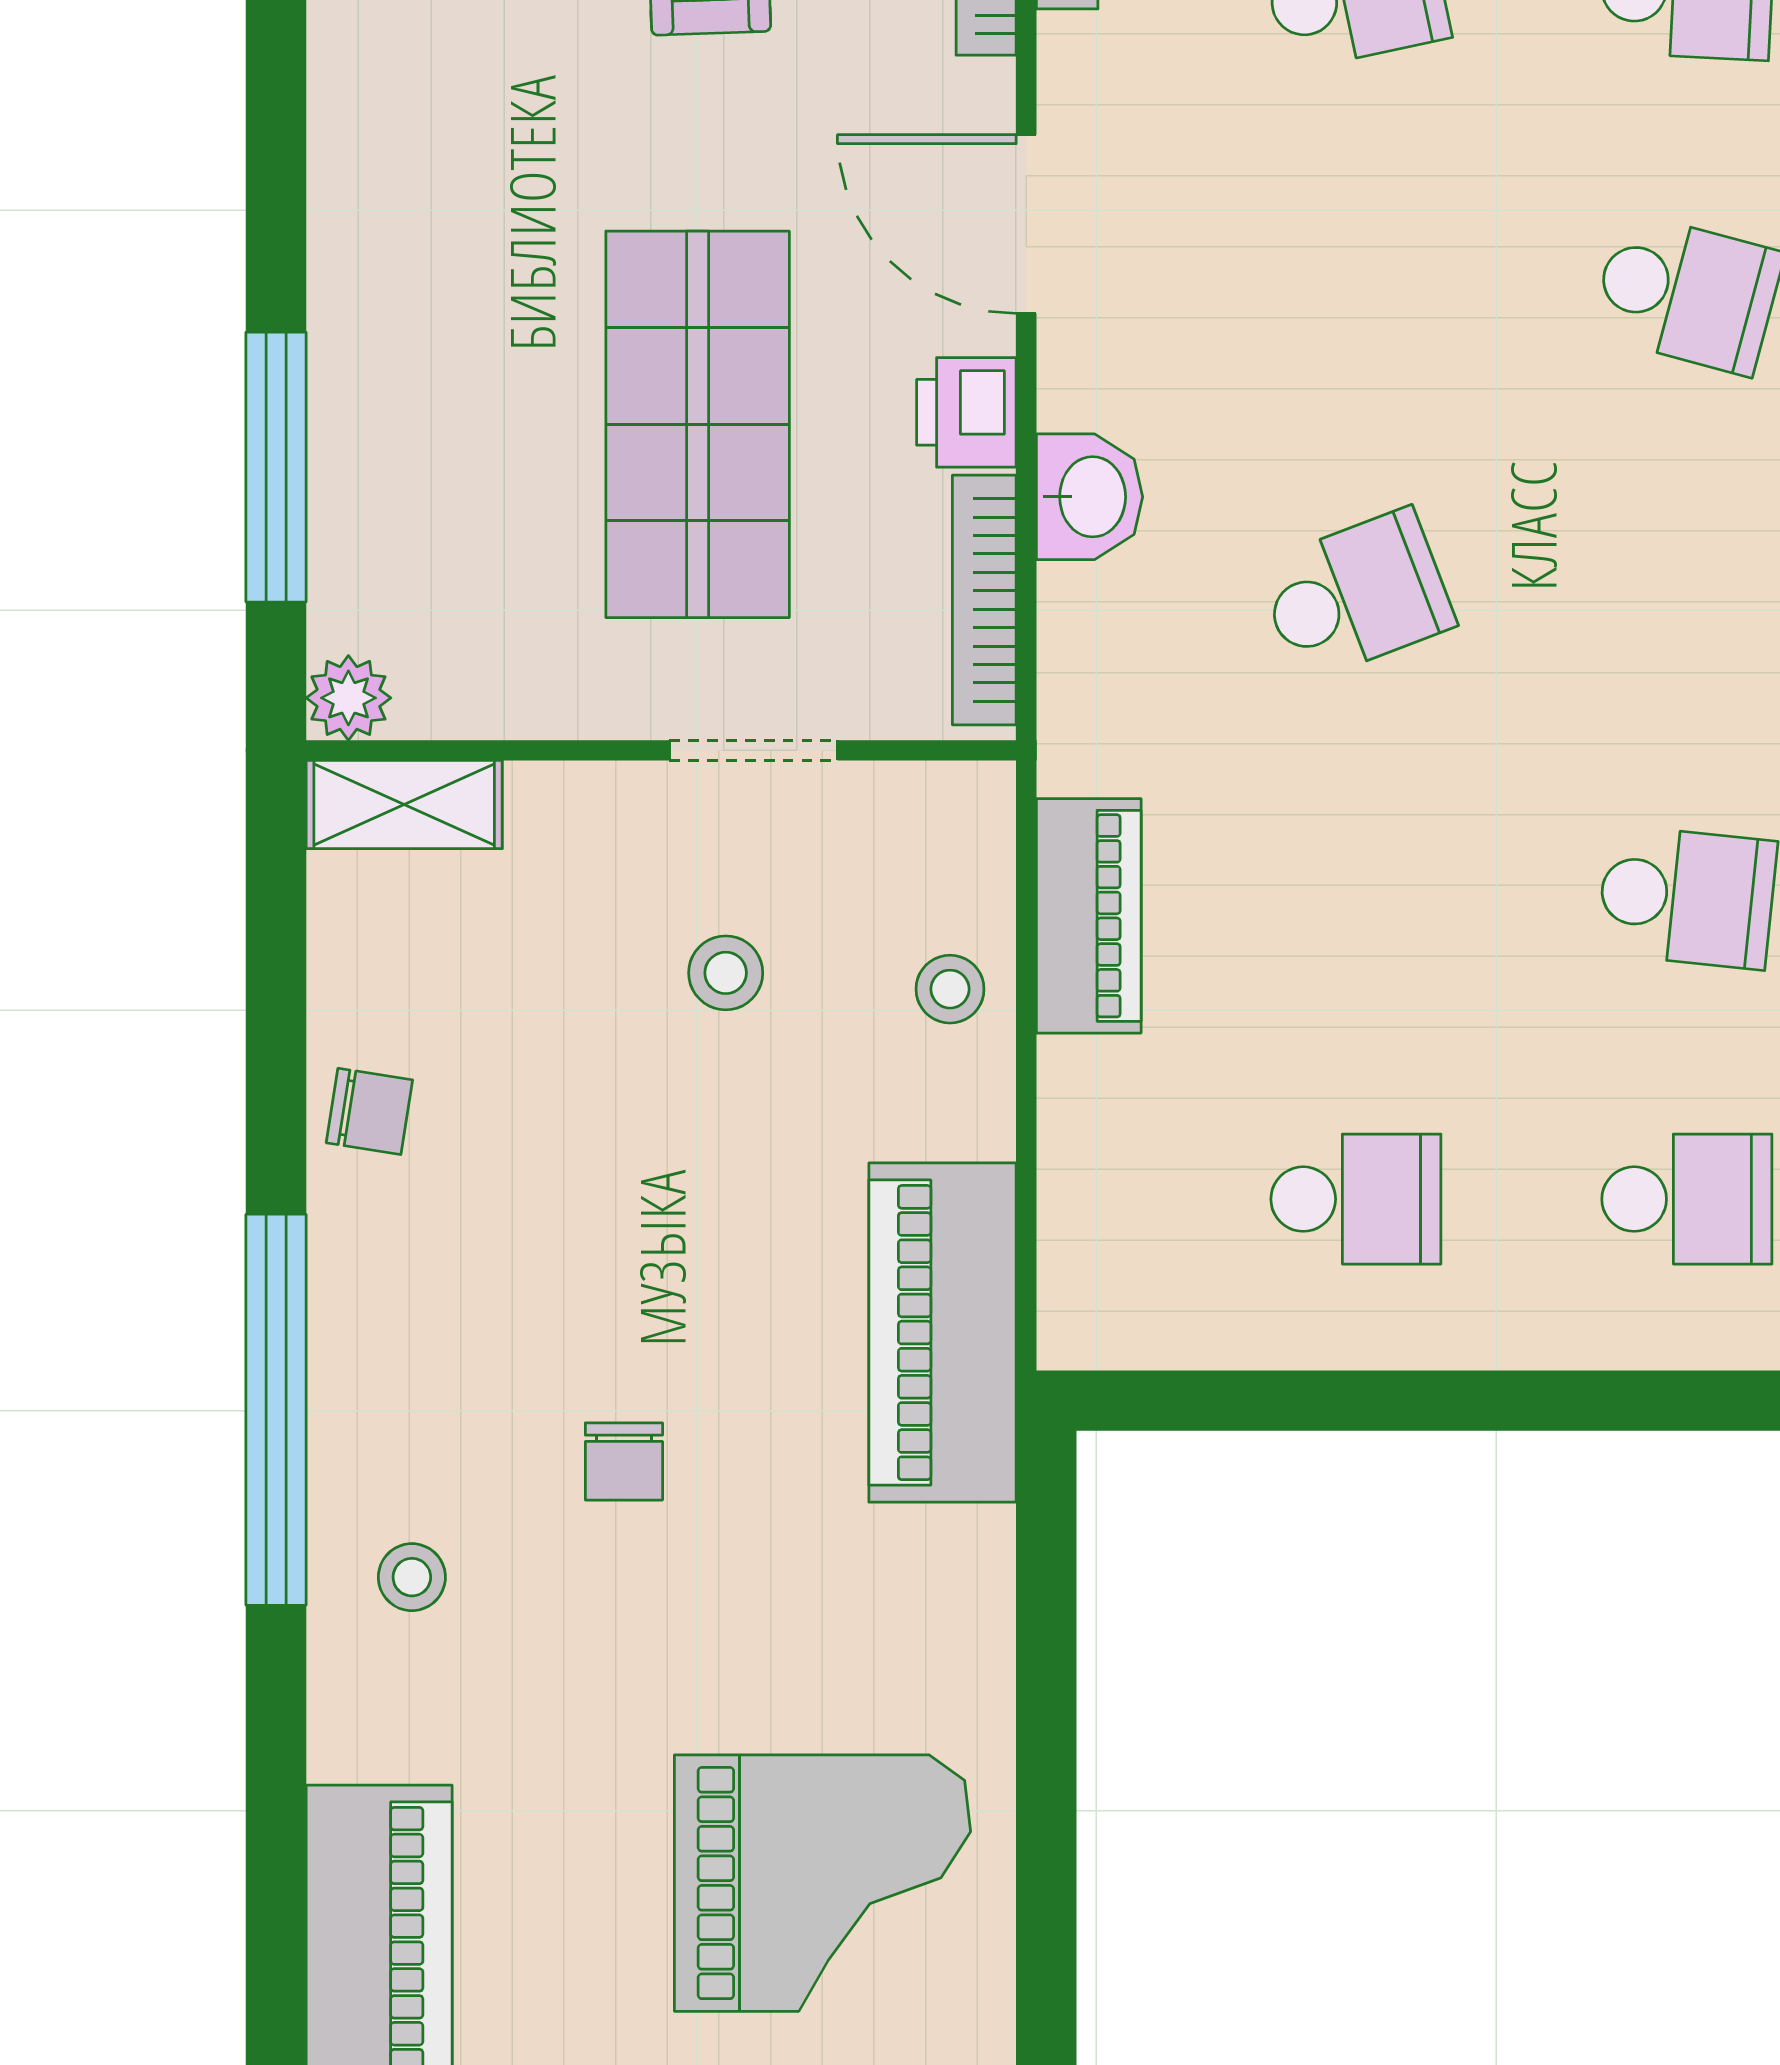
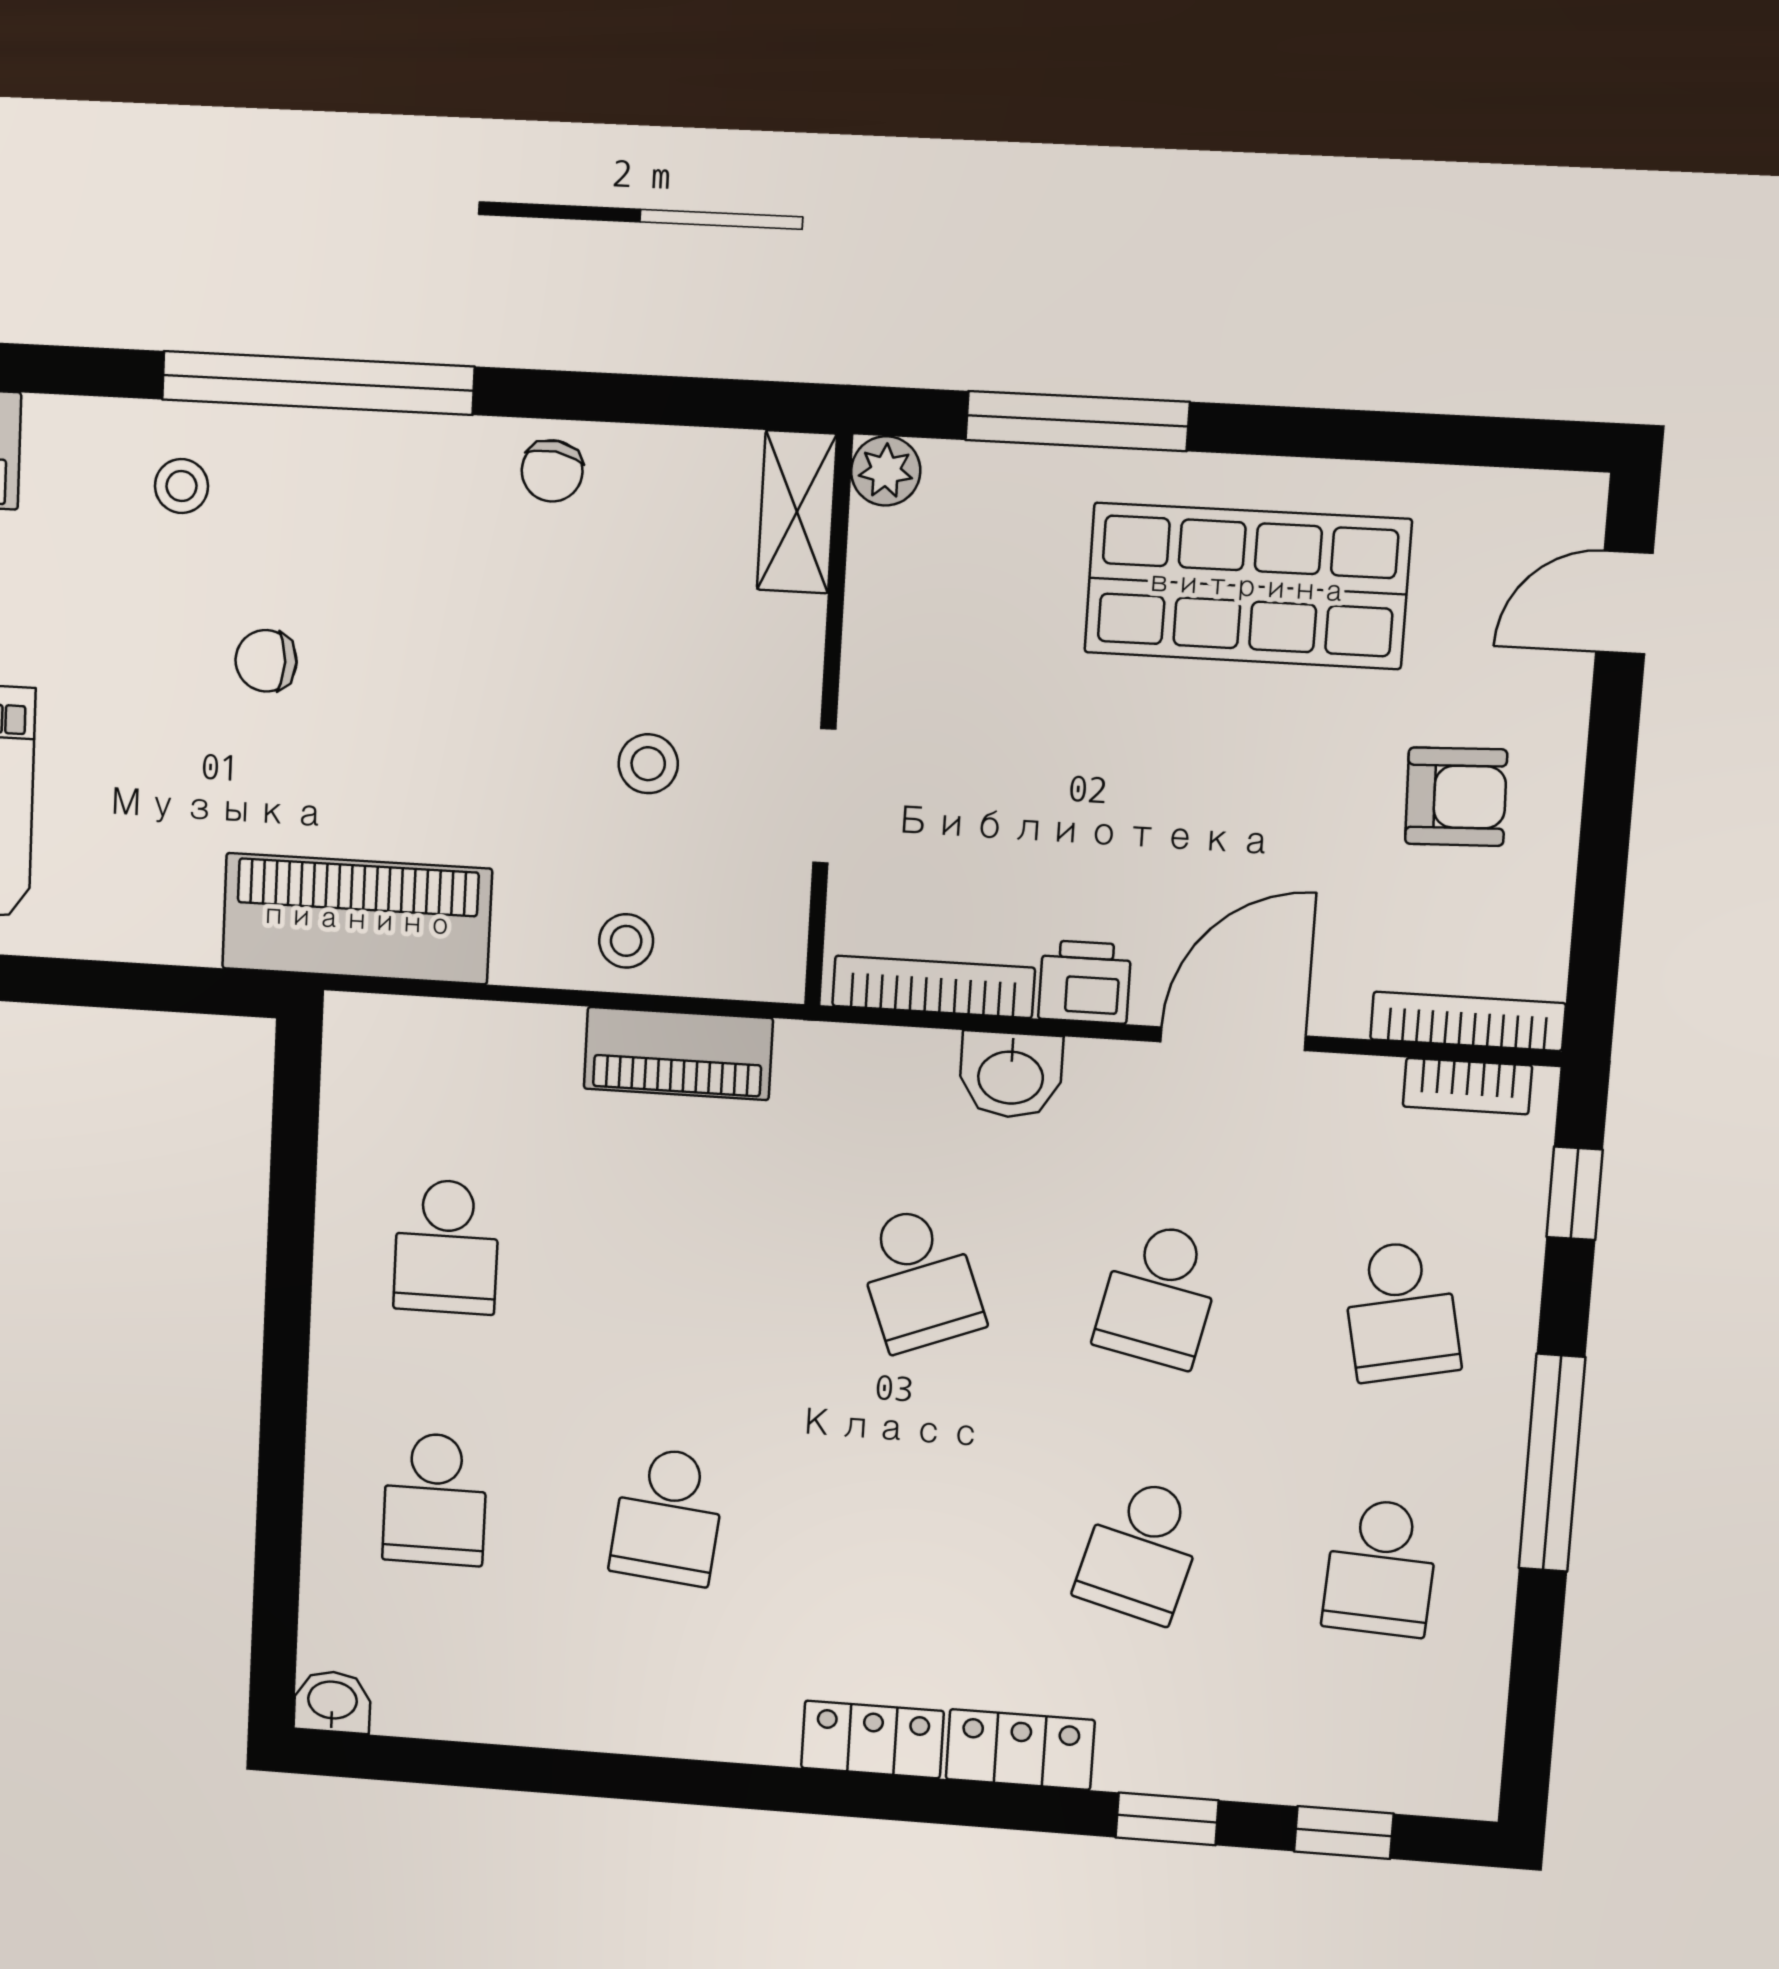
school desk: (1356, 293) -> (1159, 1294), added
shop shelf: (698, 424) -> (1247, 586), moved

